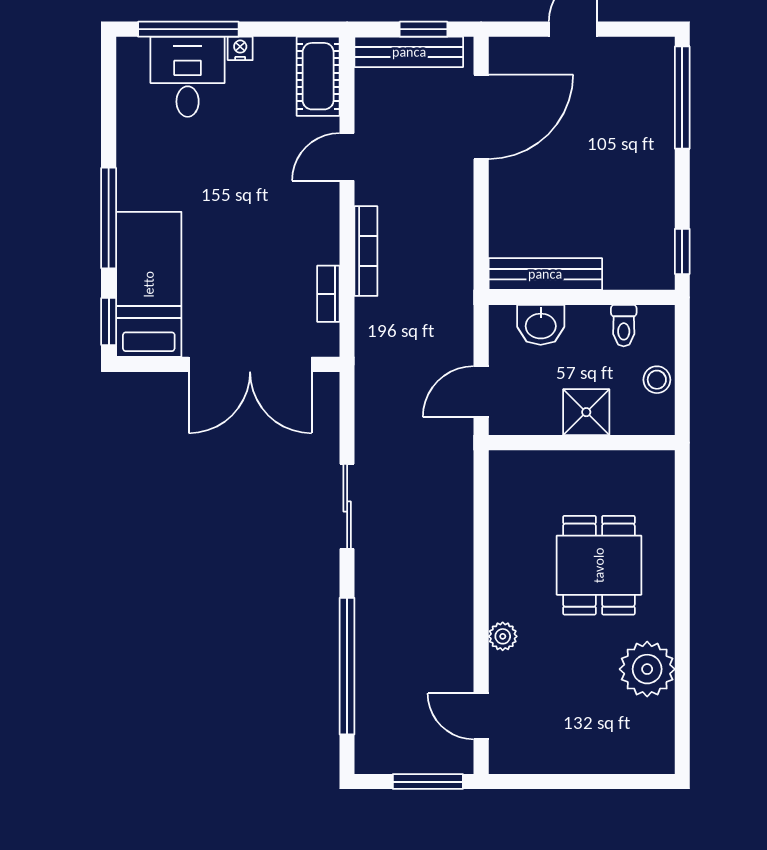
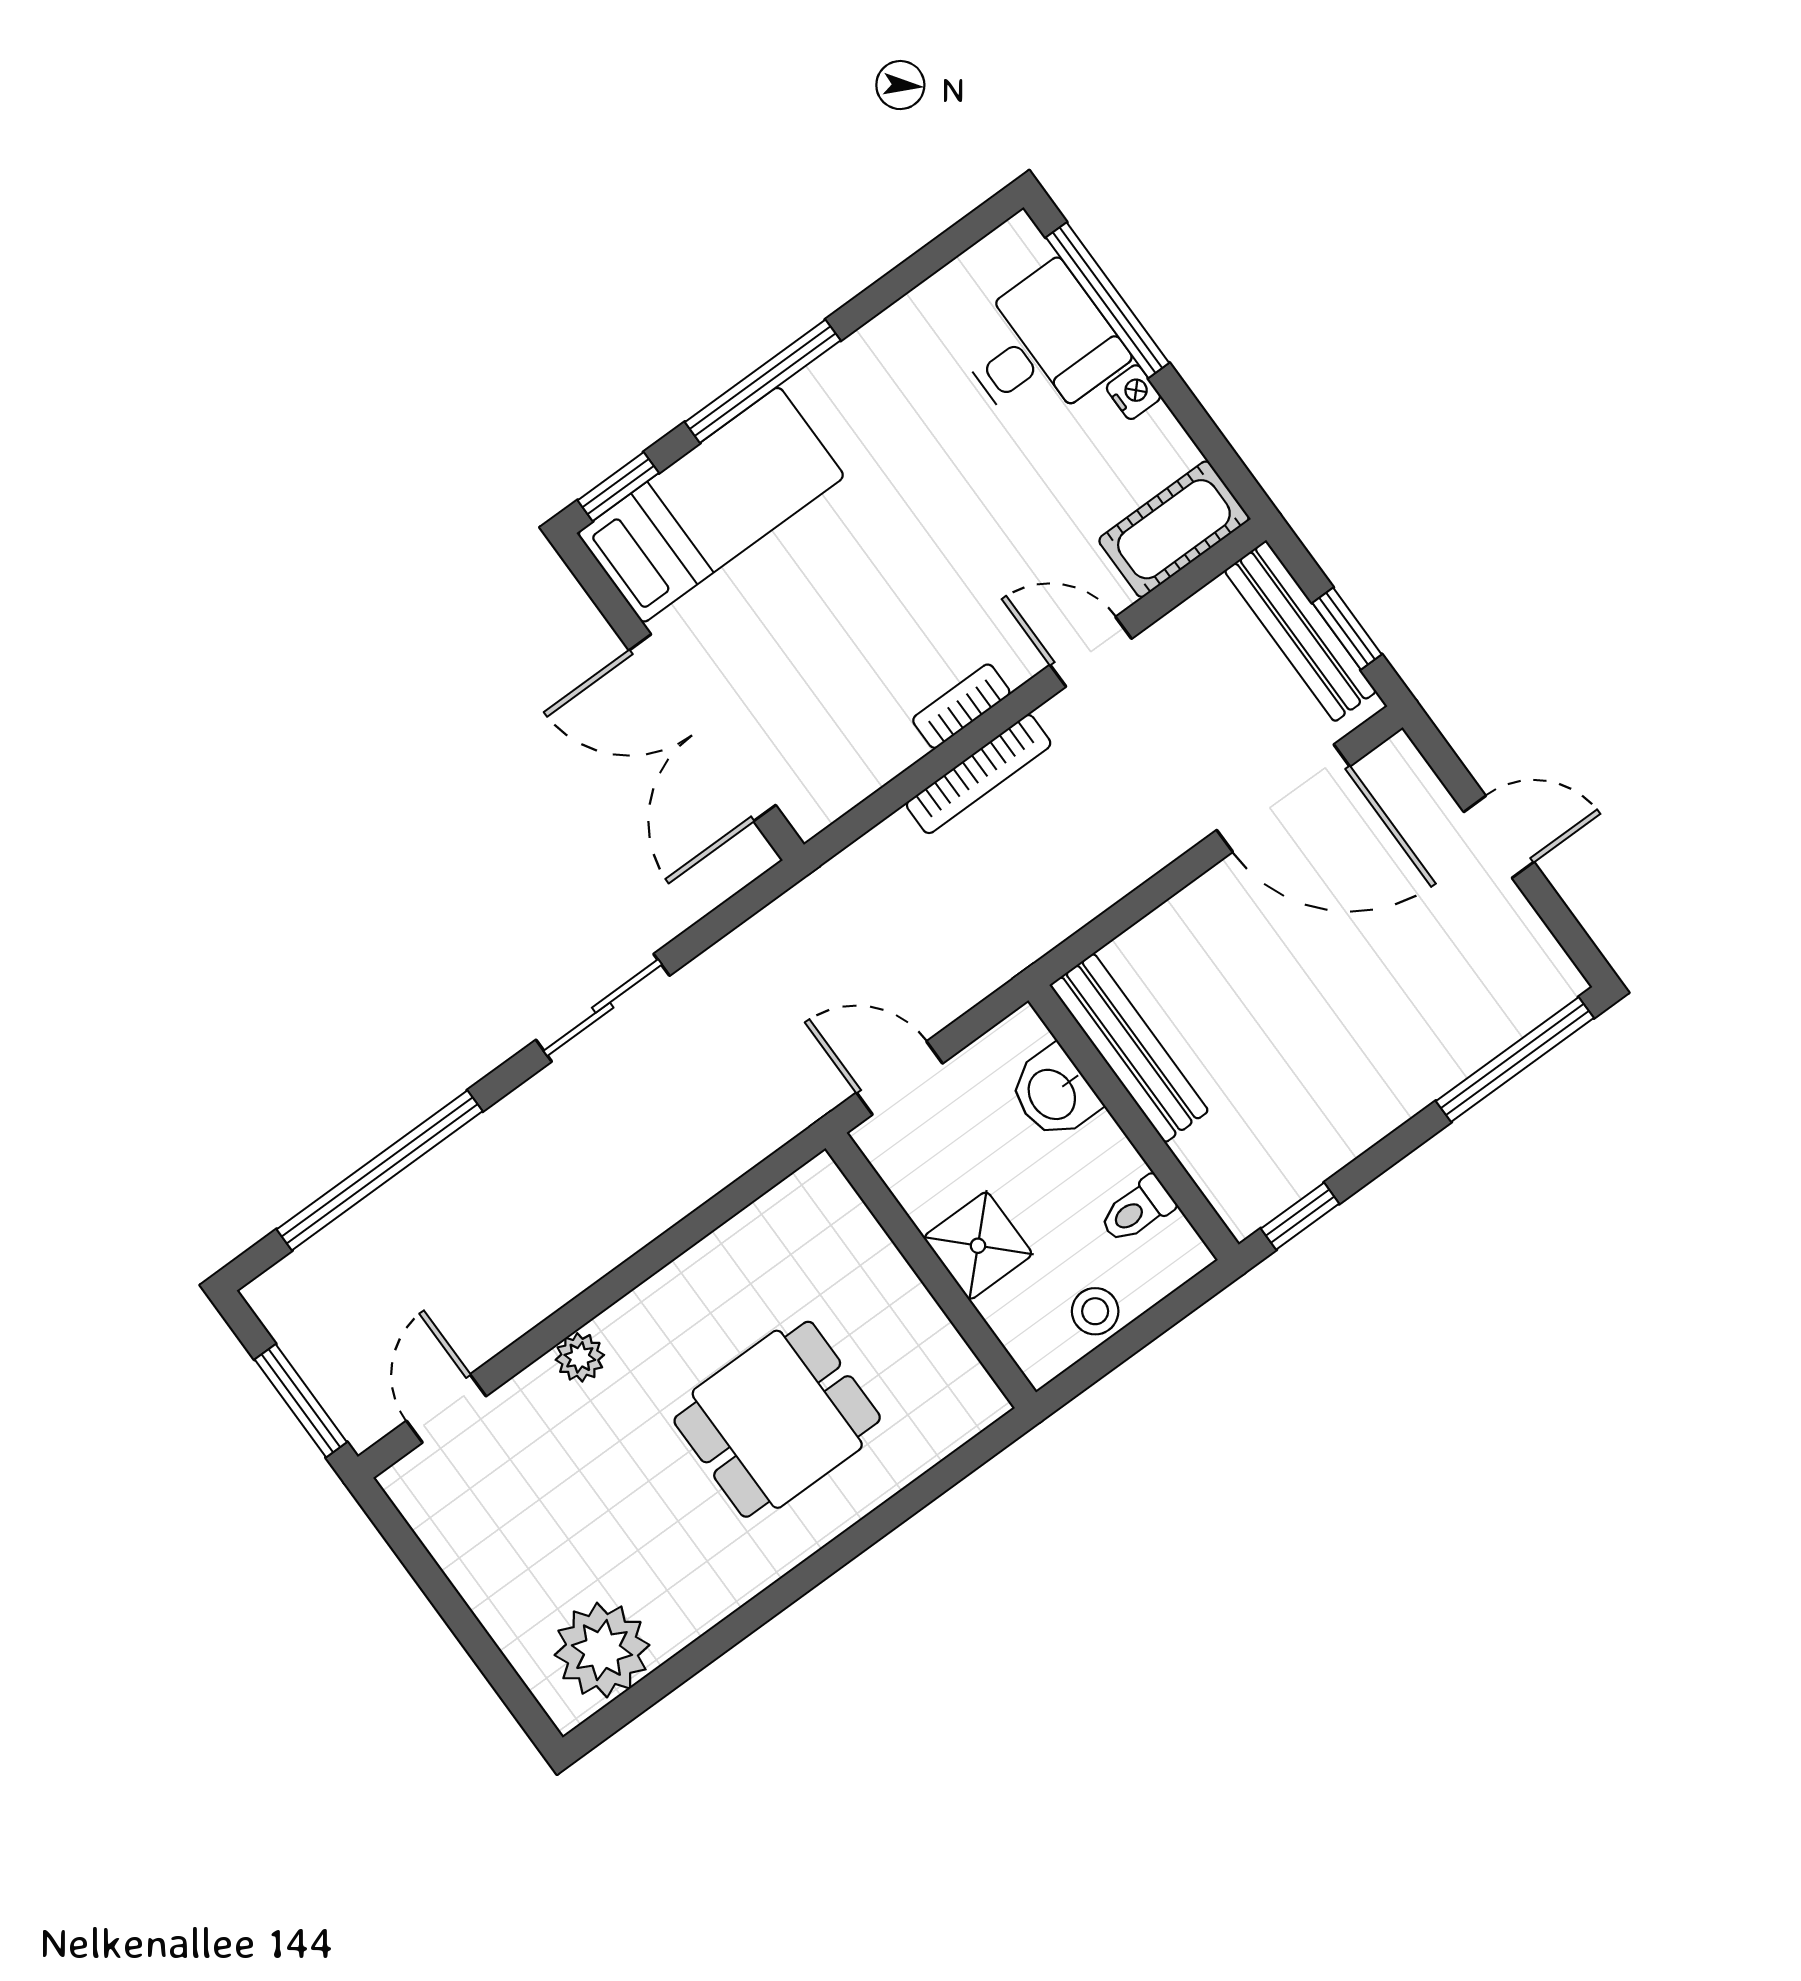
bookcase: (328, 294) -> (961, 706), moved
plant: (647, 669) -> (602, 1650), moved

